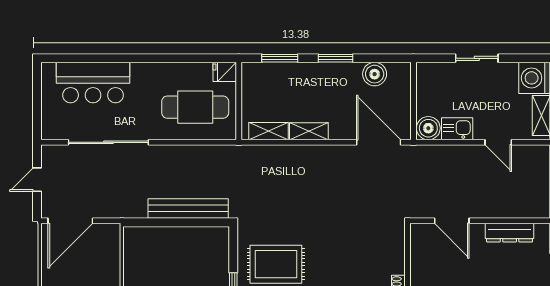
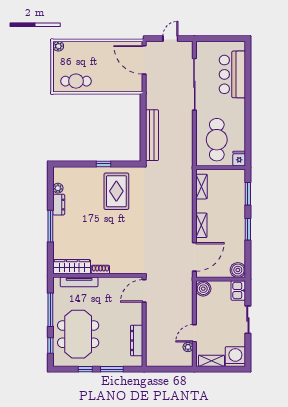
boiler: (375, 74) -> (238, 270), moved
kitchen sink: (457, 129) -> (238, 290), moved, turned 180
shelving: (309, 131) -> (201, 225), moved
plant: (520, 152) -> (188, 347), added
door: (37, 180) -> (170, 39), hinge flipped
door: (452, 221) -> (144, 291), moved

